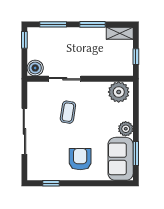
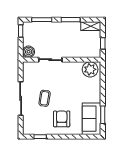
coffee table: (68, 112) -> (45, 98), moved
plant: (126, 129) -> (95, 97), removed

